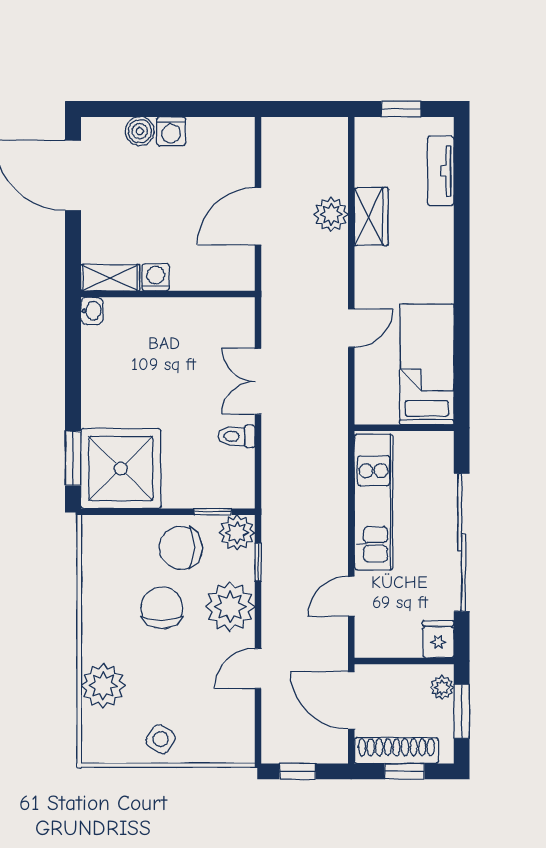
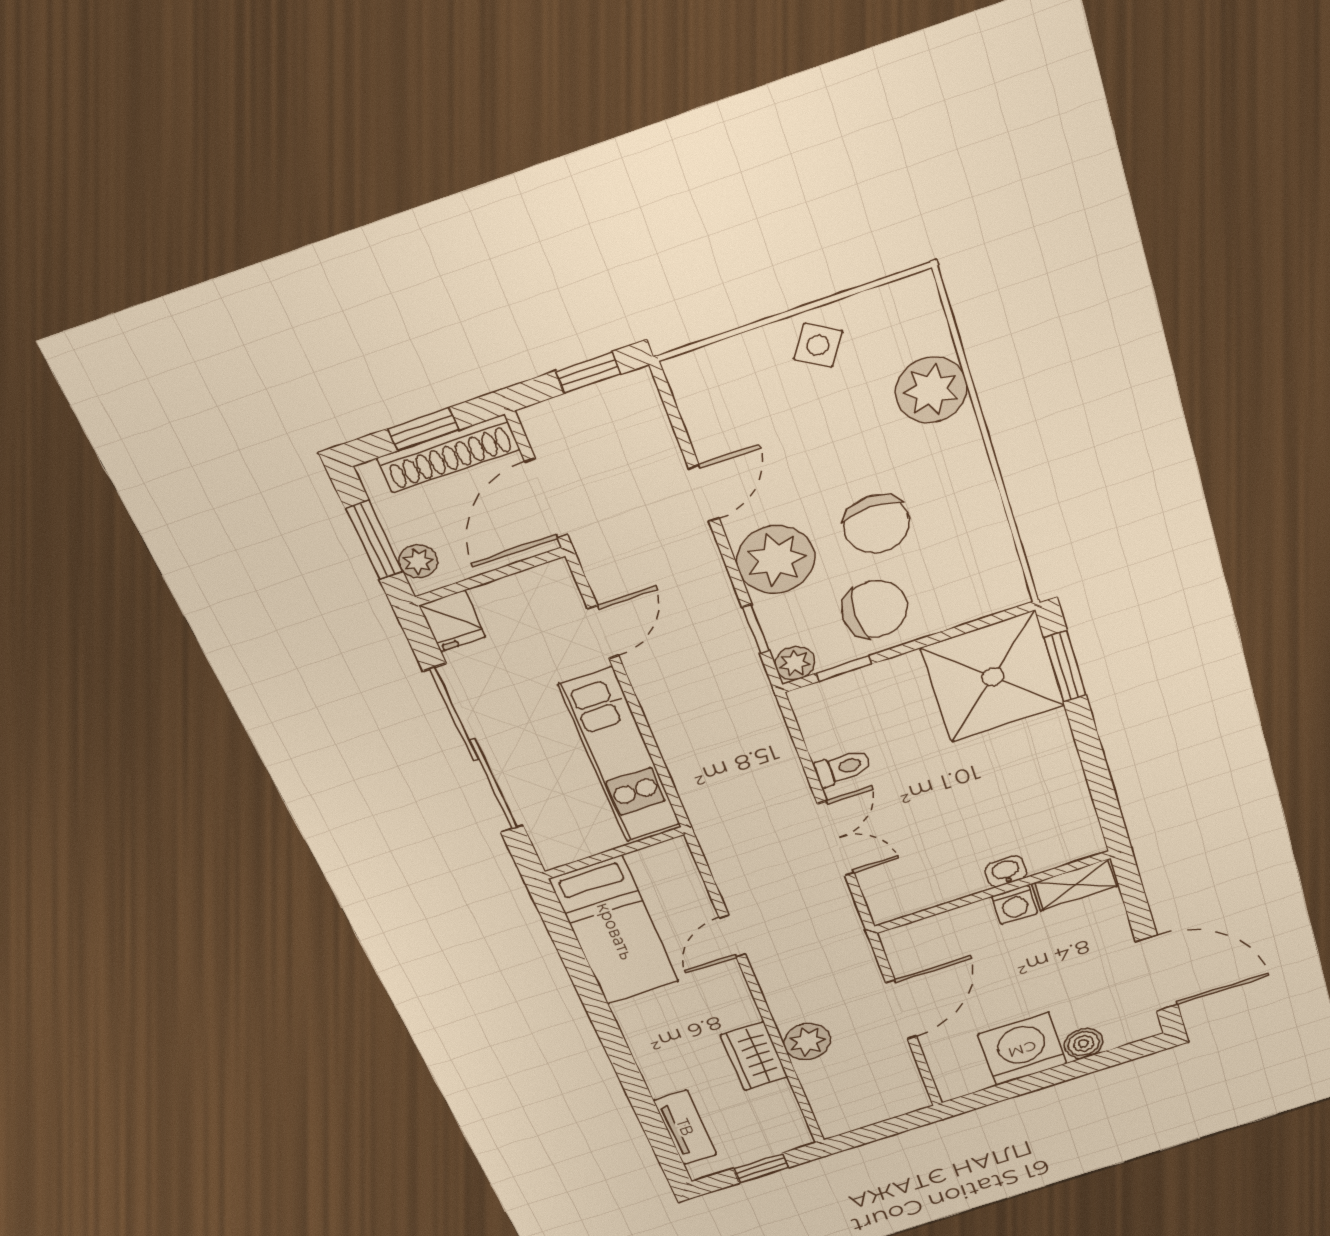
washing machine: (171, 131) -> (1022, 1049), width x1.89, depth x1.89
washbasin: (92, 311) -> (1006, 871), moved, turned 90
plant: (237, 533) -> (795, 663), width x0.73, depth x0.73
door: (351, 700) -> (546, 498), swing flipped

